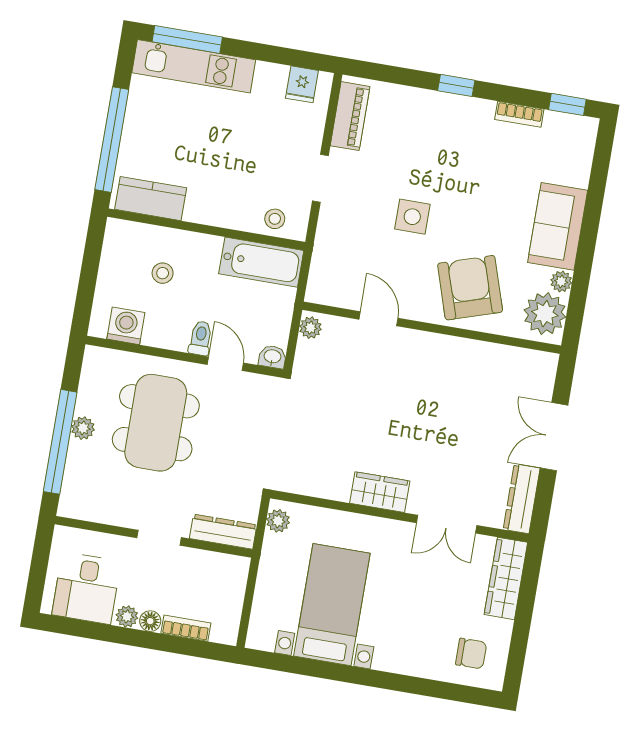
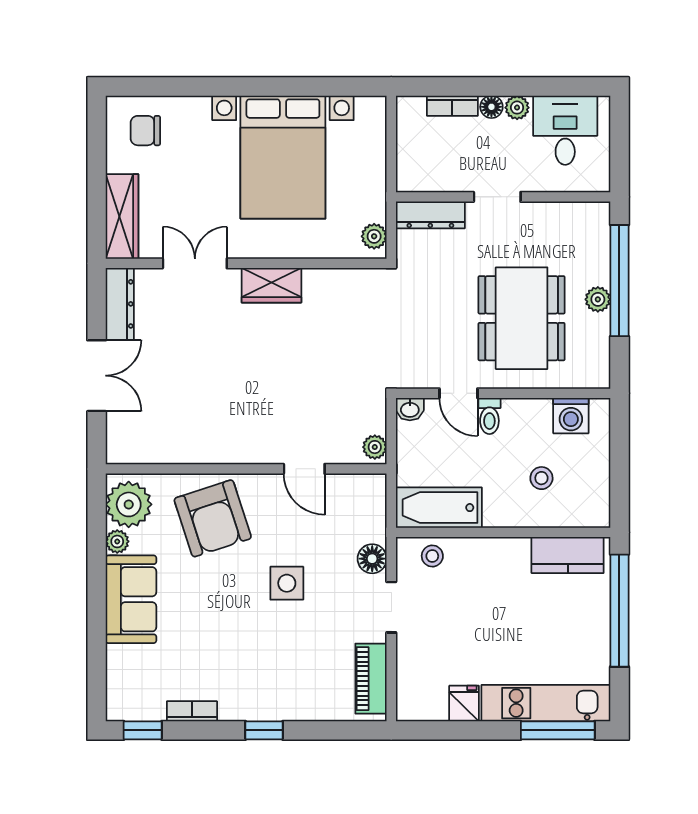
fridge: (302, 84) -> (464, 704), moved
floor lamp: (330, 226) -> (372, 559), added
bed with nightstands: (332, 605) -> (283, 157), width x1.36

